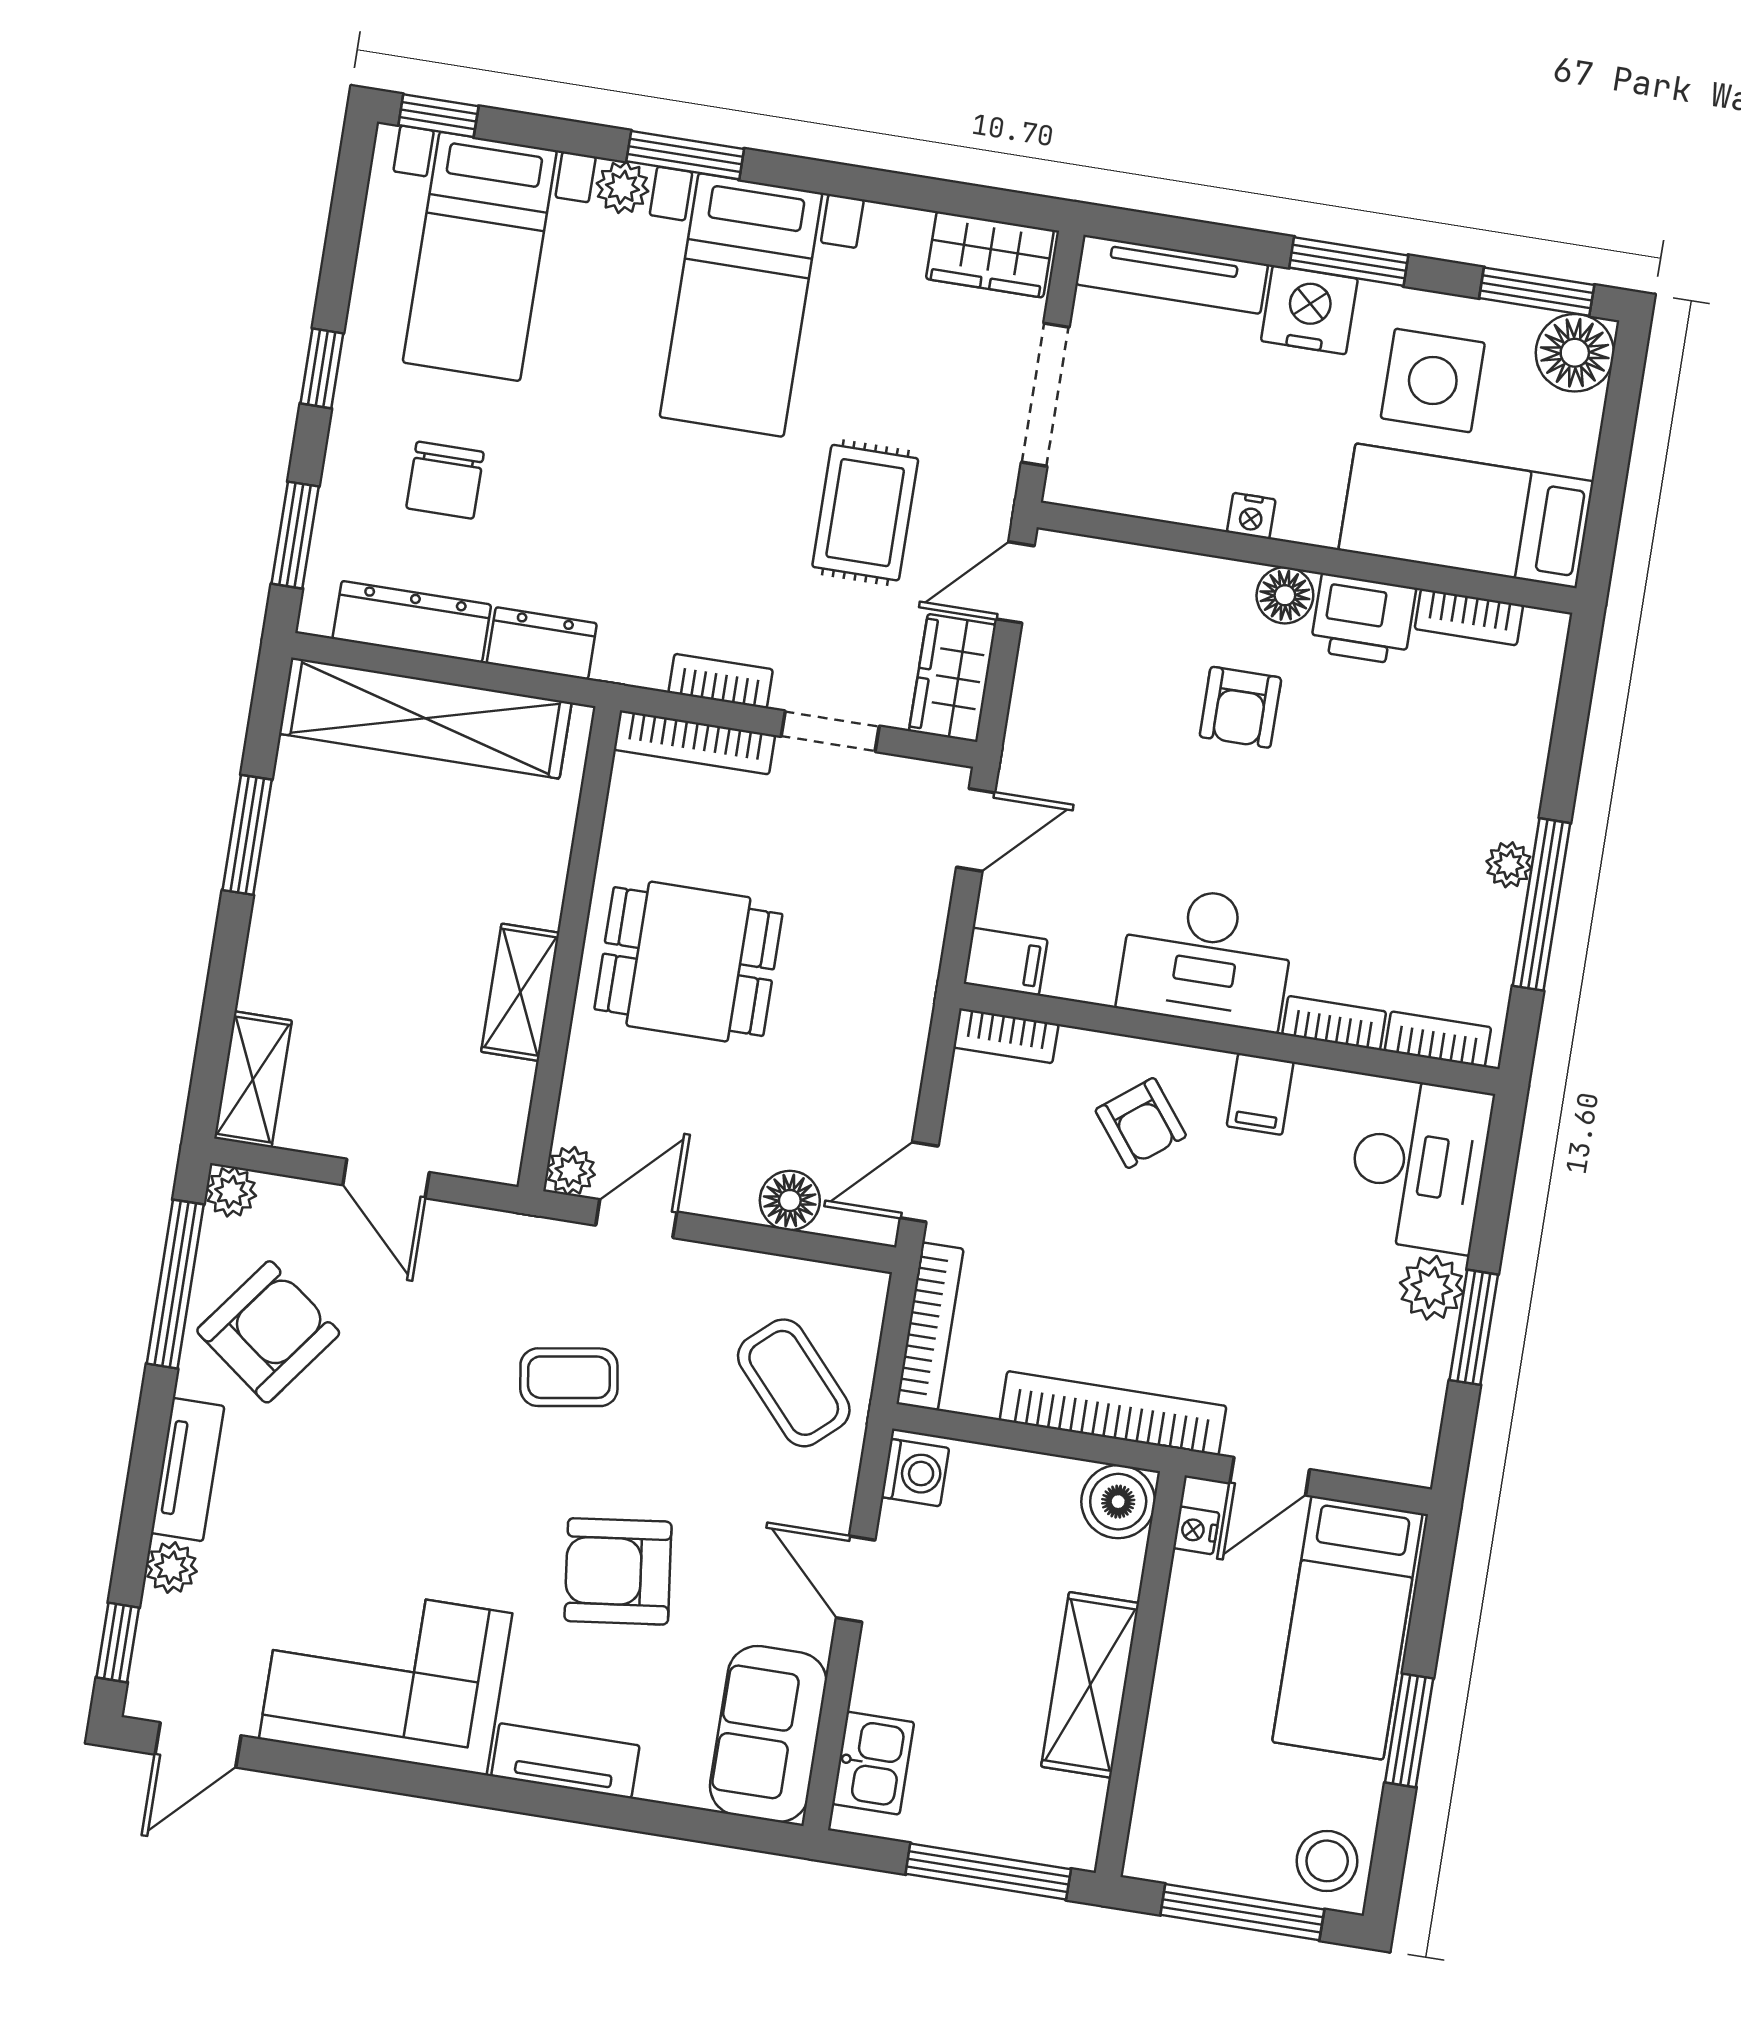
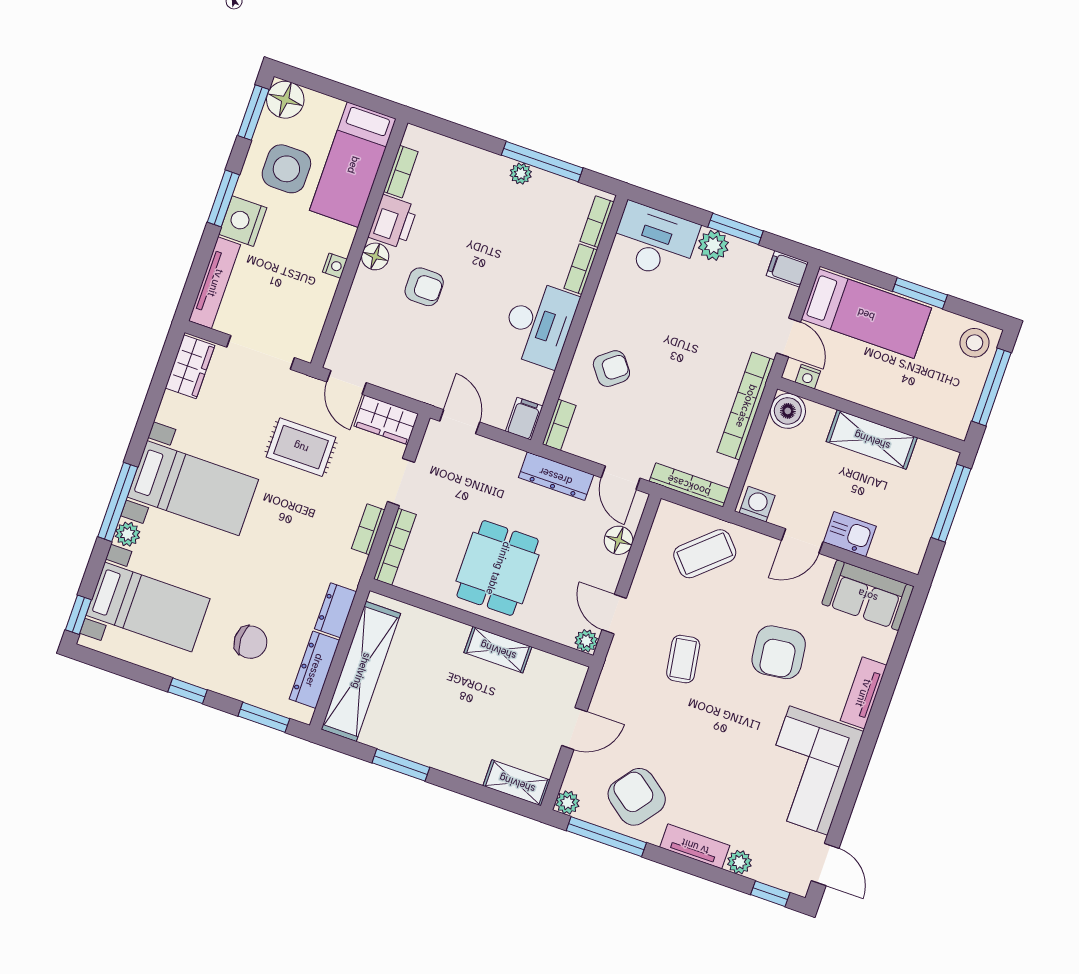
window: (685, 155) -> (118, 502), width x1.44
dresser: (899, 1048) -> (556, 476), added
filing cabinet: (1260, 1094) -> (787, 269), moved, turned 180
kitchen sink: (873, 1763) -> (850, 534), moved

